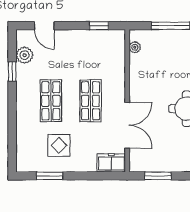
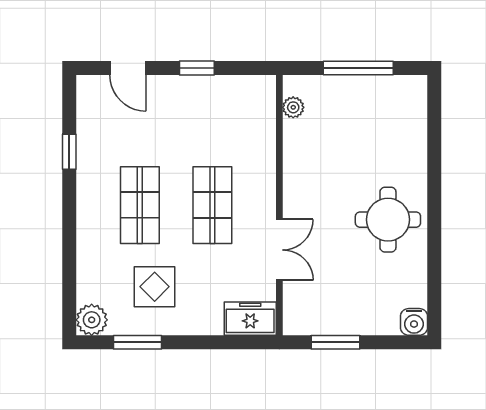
window: (99, 26) -> (197, 68), moved
plant: (25, 55) -> (92, 320), moved
double door: (127, 125) -> (279, 250), width x0.73

